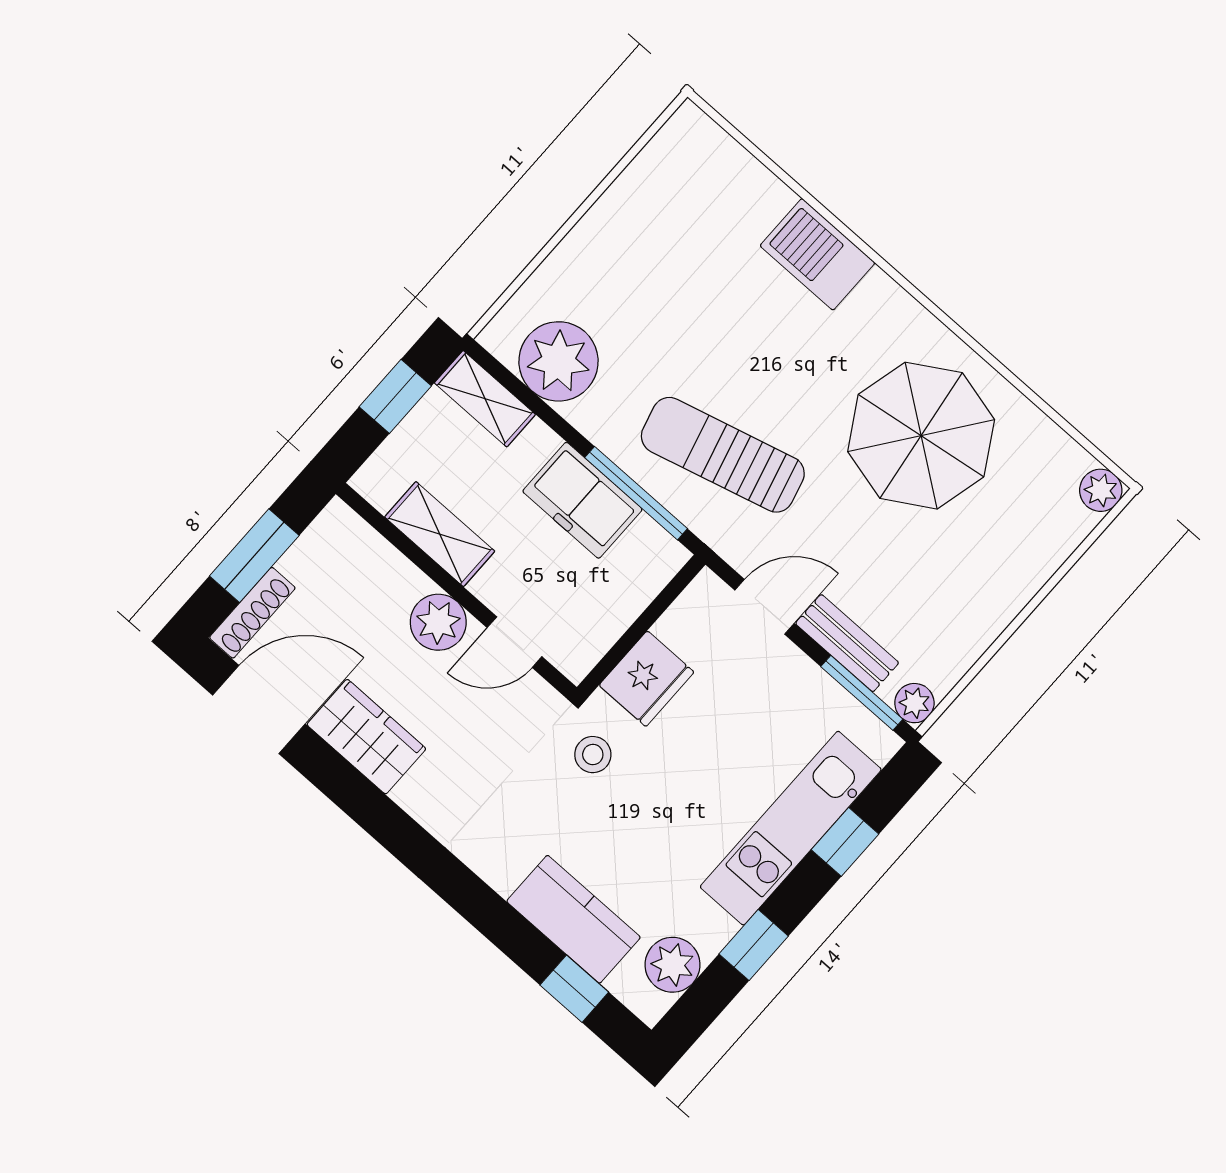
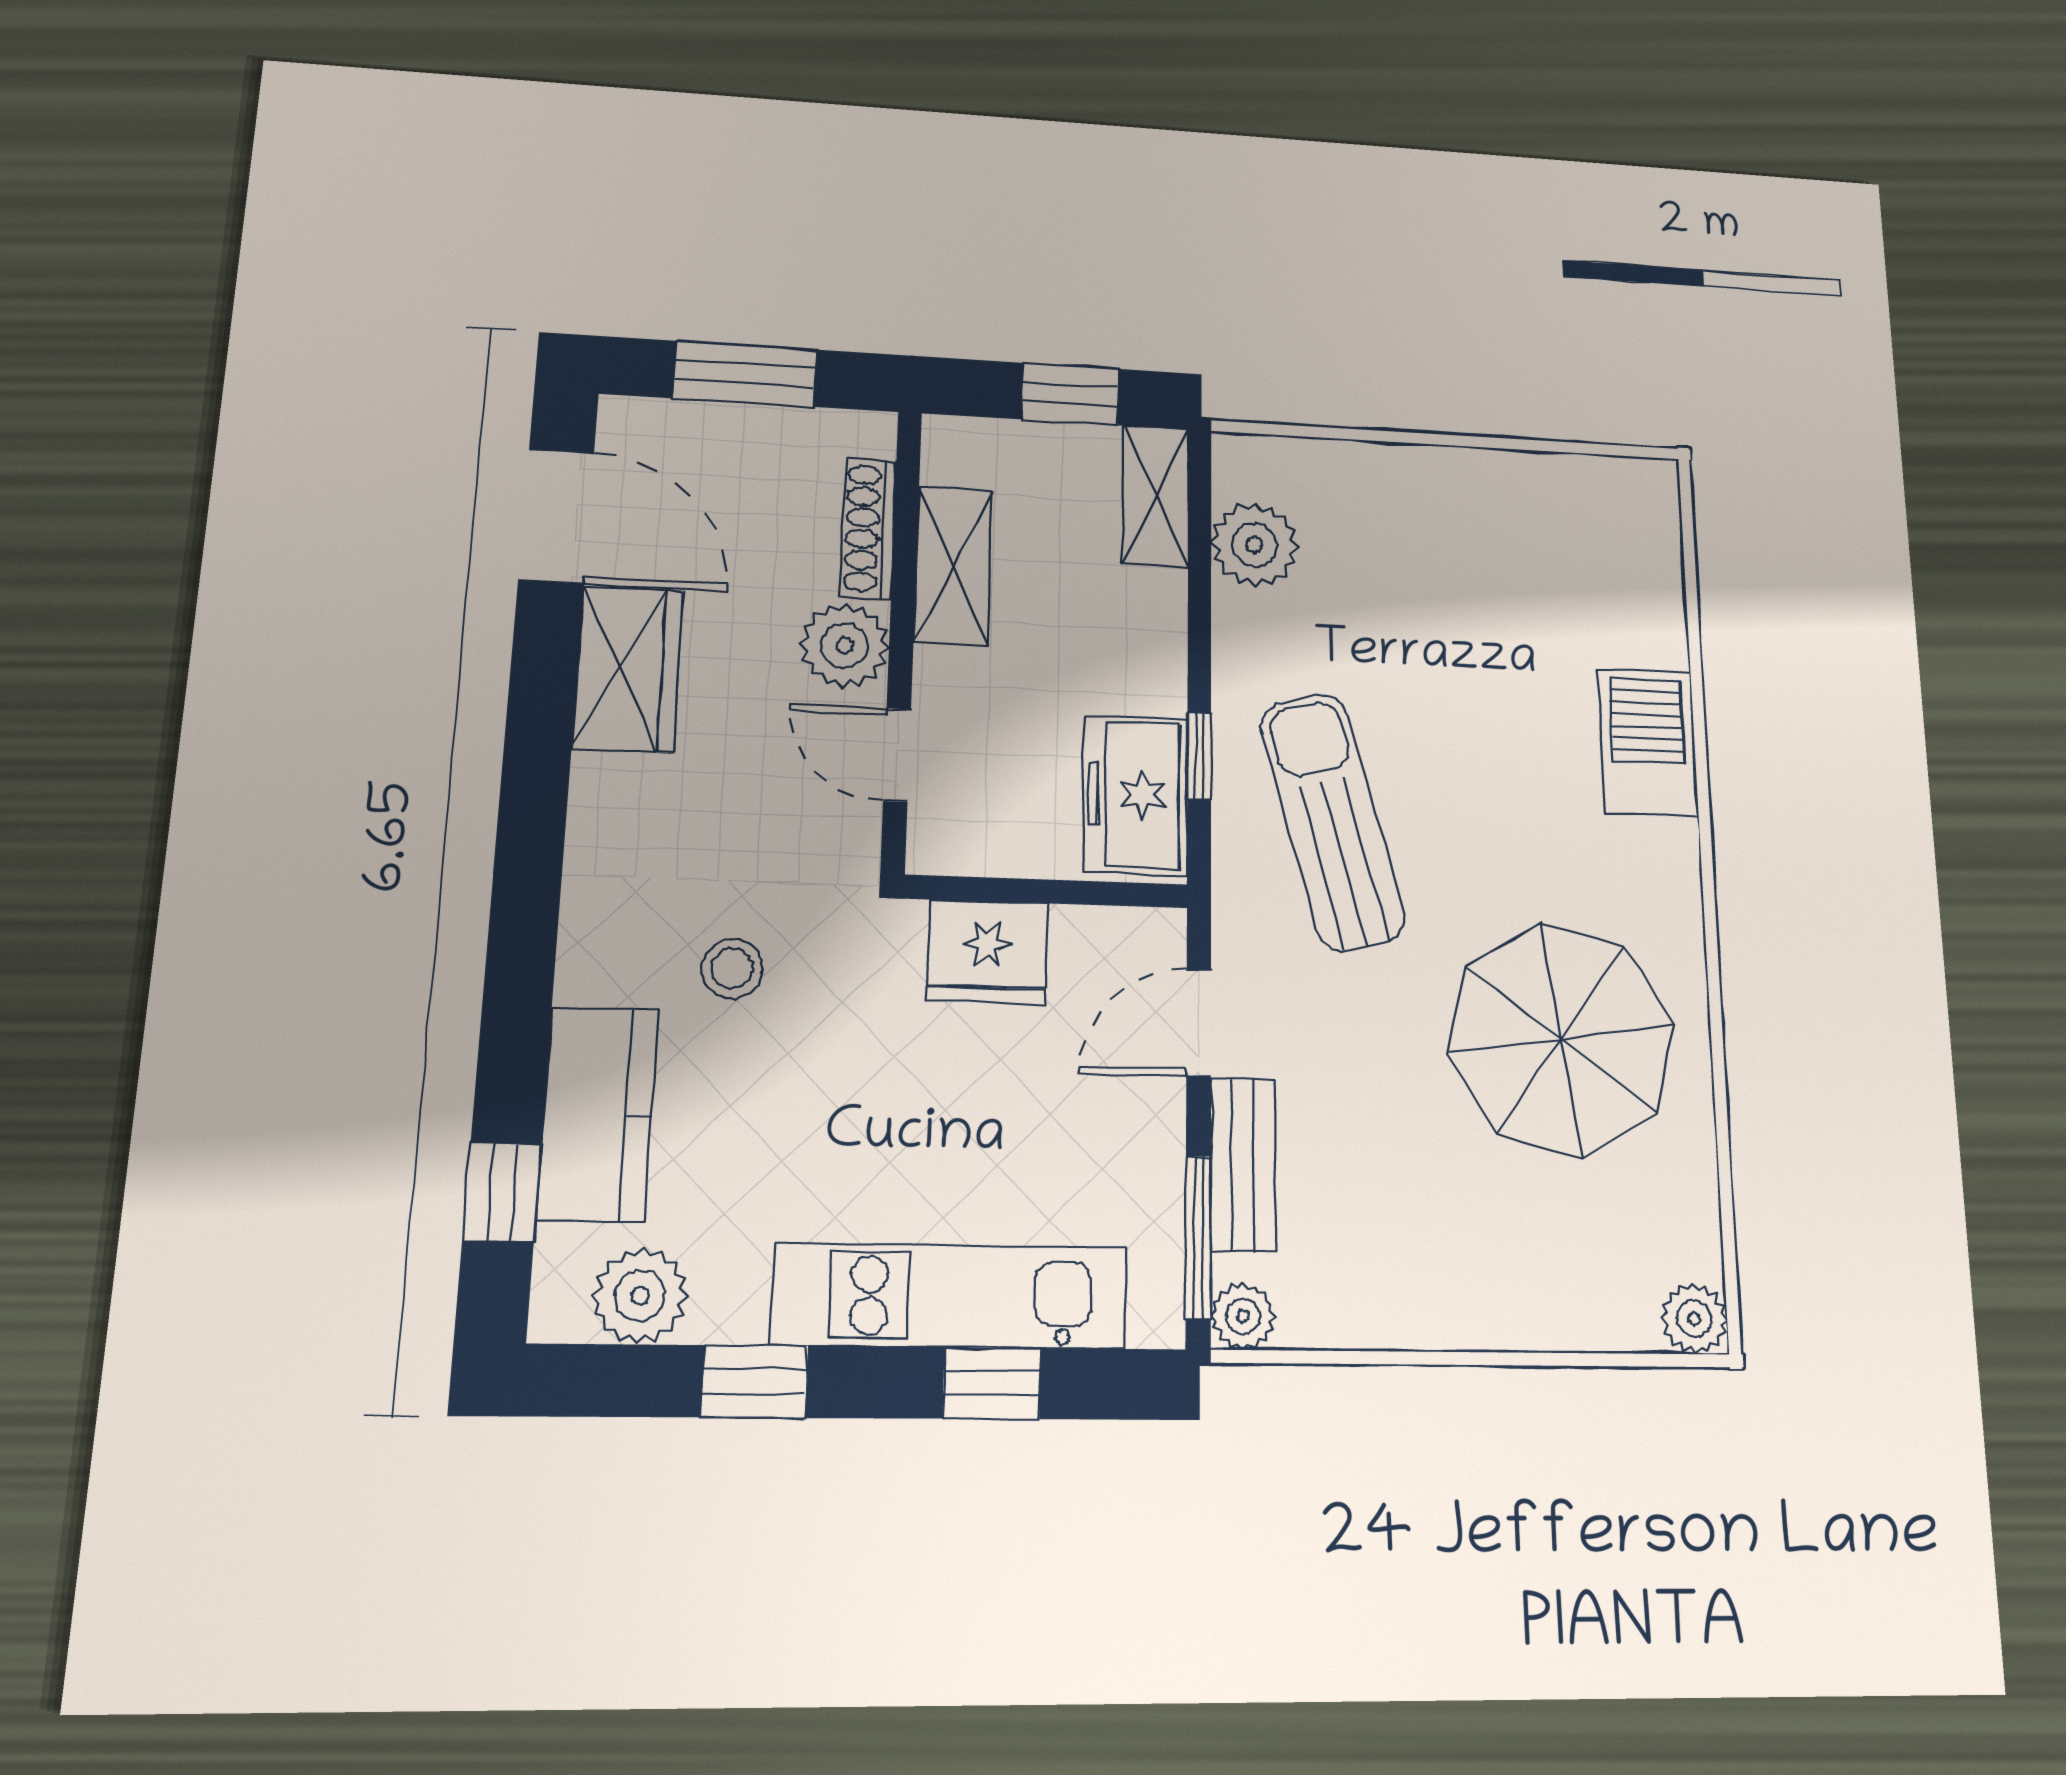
plant: (558, 361) -> (1255, 545), width x0.73, depth x0.73
window: (636, 493) -> (1199, 756), width x0.46
freezer: (582, 500) -> (1135, 795), moved
door: (764, 607) -> (1199, 1023), swing flipped
shoe rack: (252, 613) -> (868, 529), moved, turned 90
stool: (593, 755) -> (732, 968), moved

